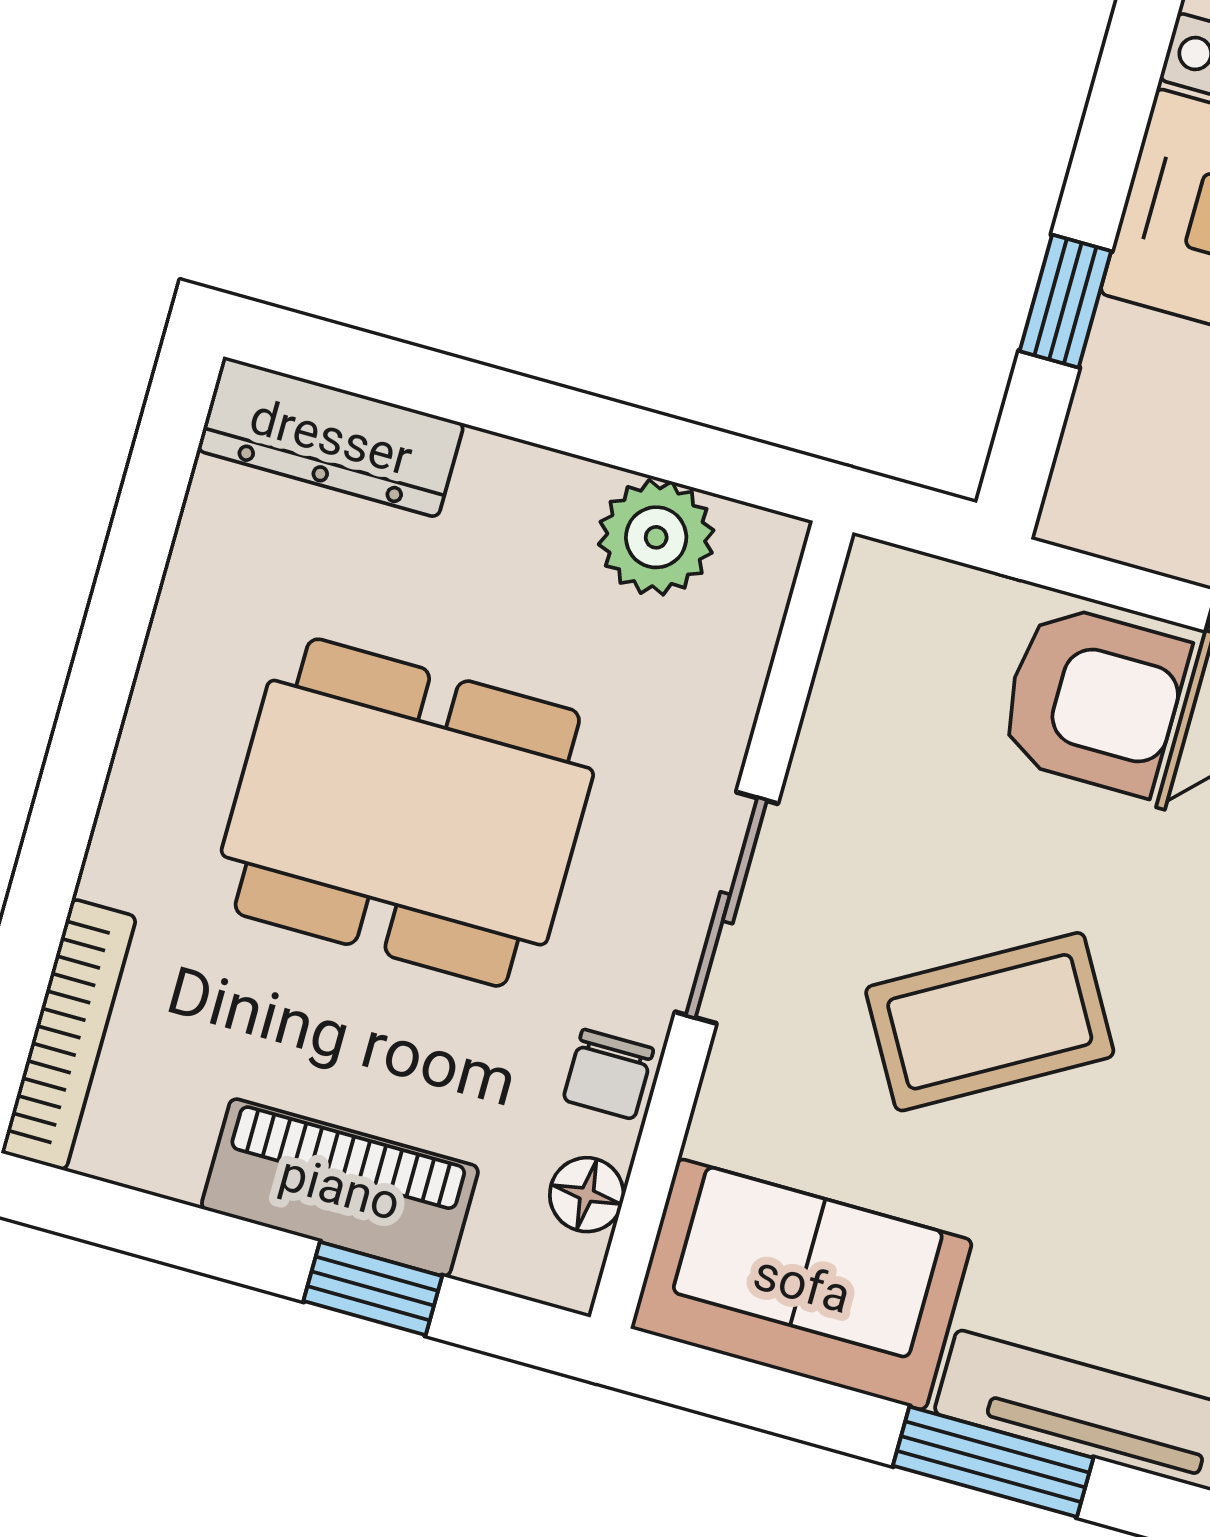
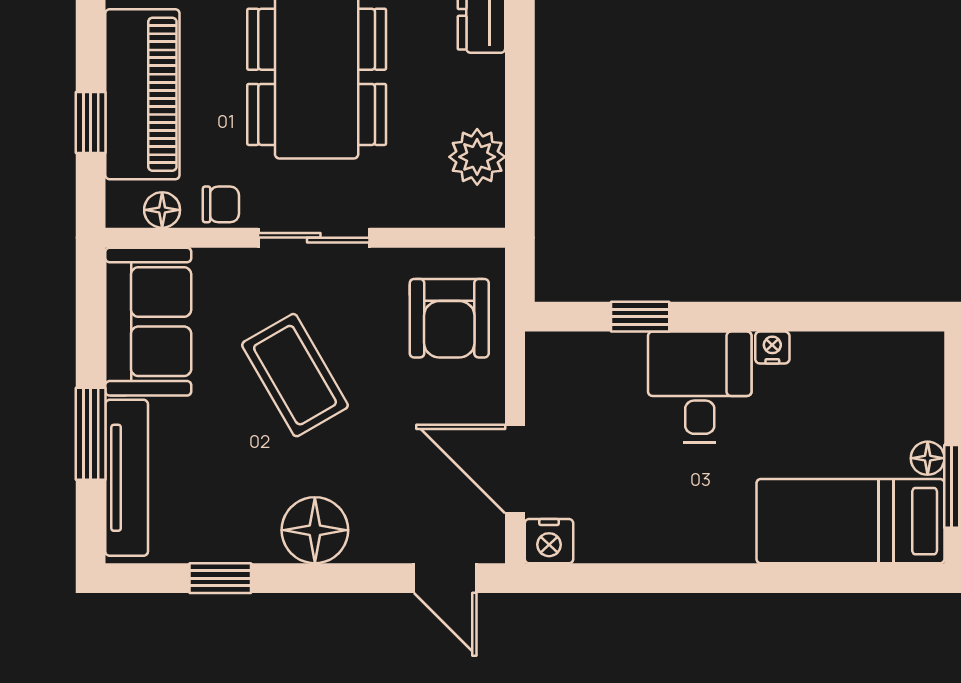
armchair: (1093, 699) -> (449, 318), moved
chair: (608, 1074) -> (221, 204), turned 180
piano: (340, 1188) -> (142, 94), width x1.37, depth x1.33

